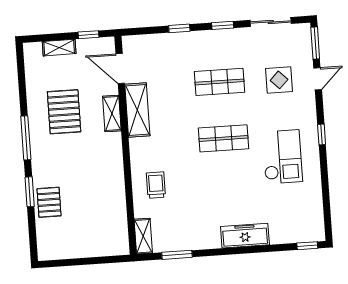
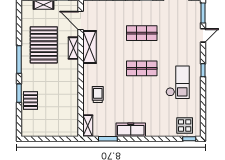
display table: (279, 80) -> (185, 125), moved
pallet: (64, 112) -> (44, 45), width x1.37, depth x1.41
freezer: (245, 236) -> (131, 130), moved

